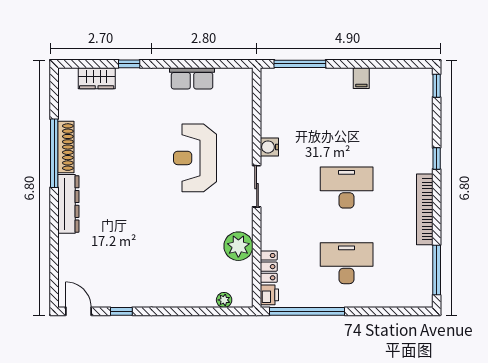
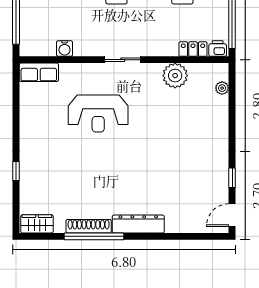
wardrobe: (97, 78) -> (37, 224), moved, turned -90
row of seats: (192, 78) -> (39, 72), moved, turned 90
water cooler: (269, 147) -> (64, 49), moved

